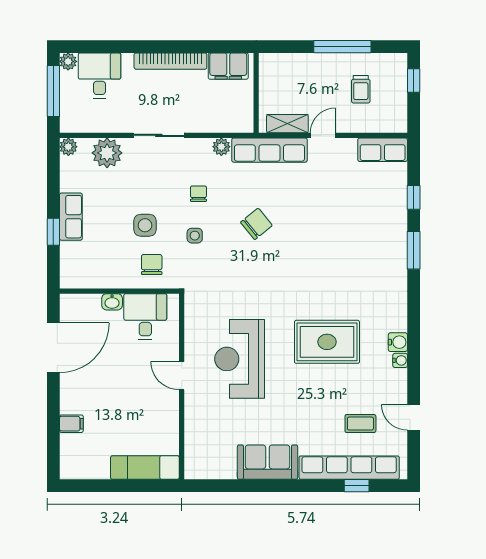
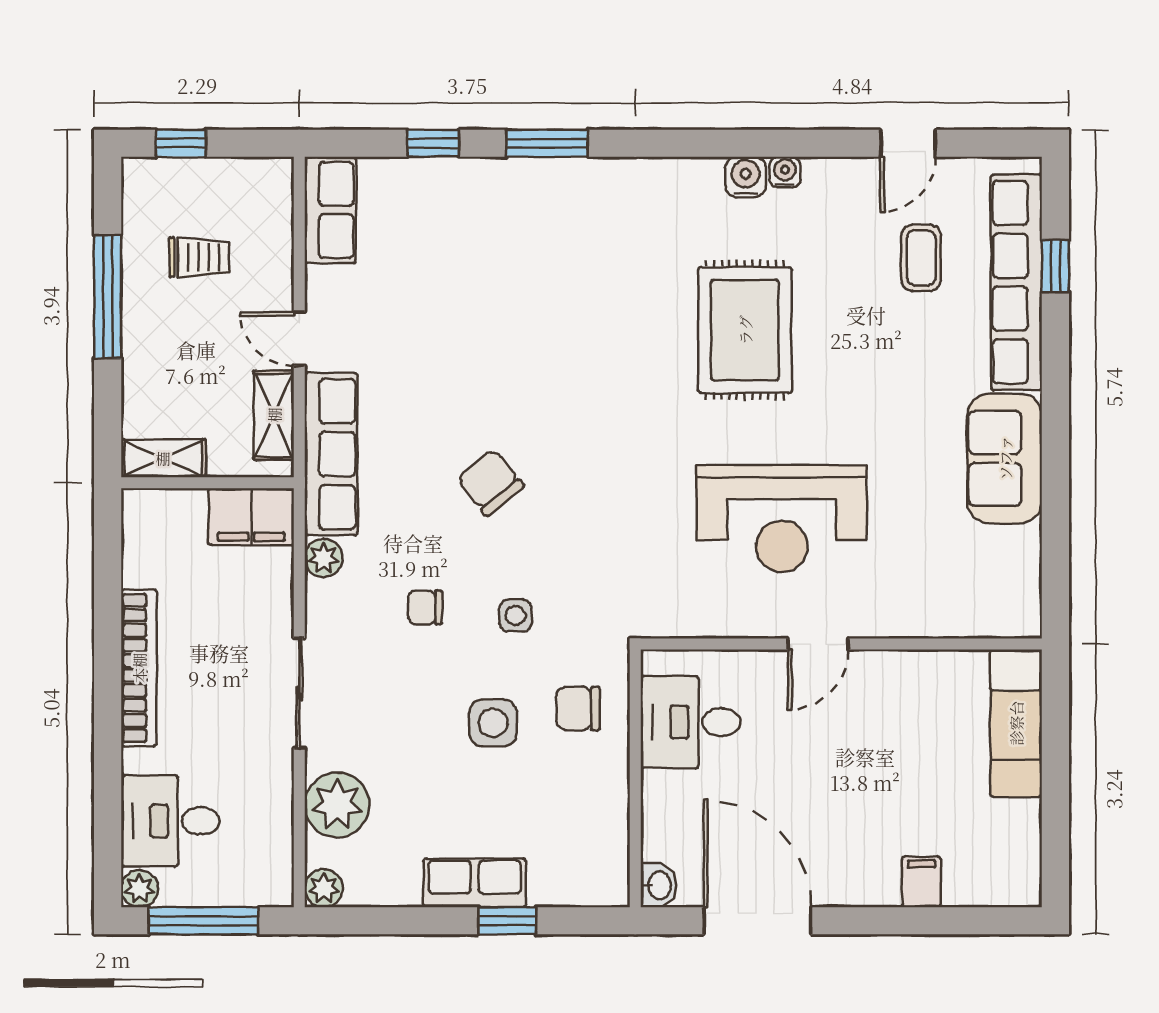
filing cabinet: (228, 66) -> (251, 517), moved, turned 90
shelving: (268, 72) -> (163, 458), added
washbasin: (112, 302) -> (658, 885), moved

